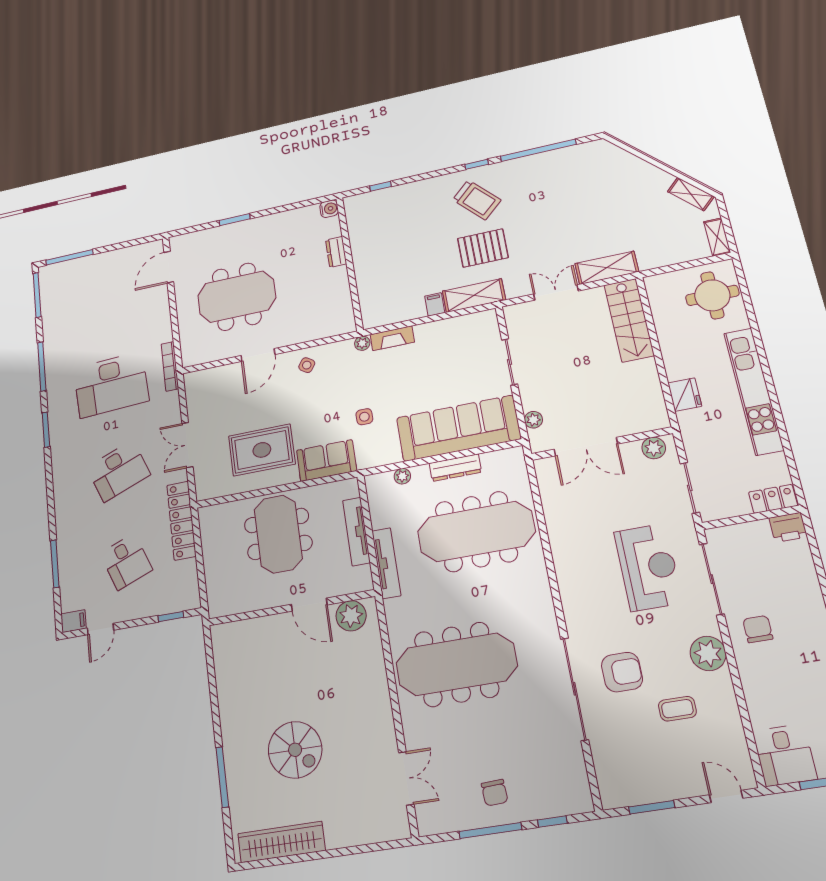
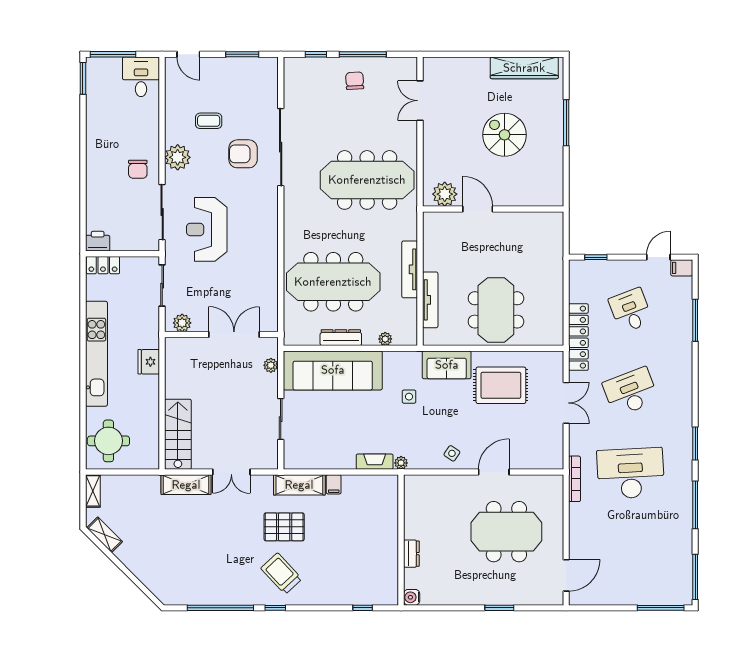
door: (309, 605) -> (478, 209), moved
wall: (291, 608) -> (493, 209), moved
plant: (351, 616) -> (445, 194), moved

